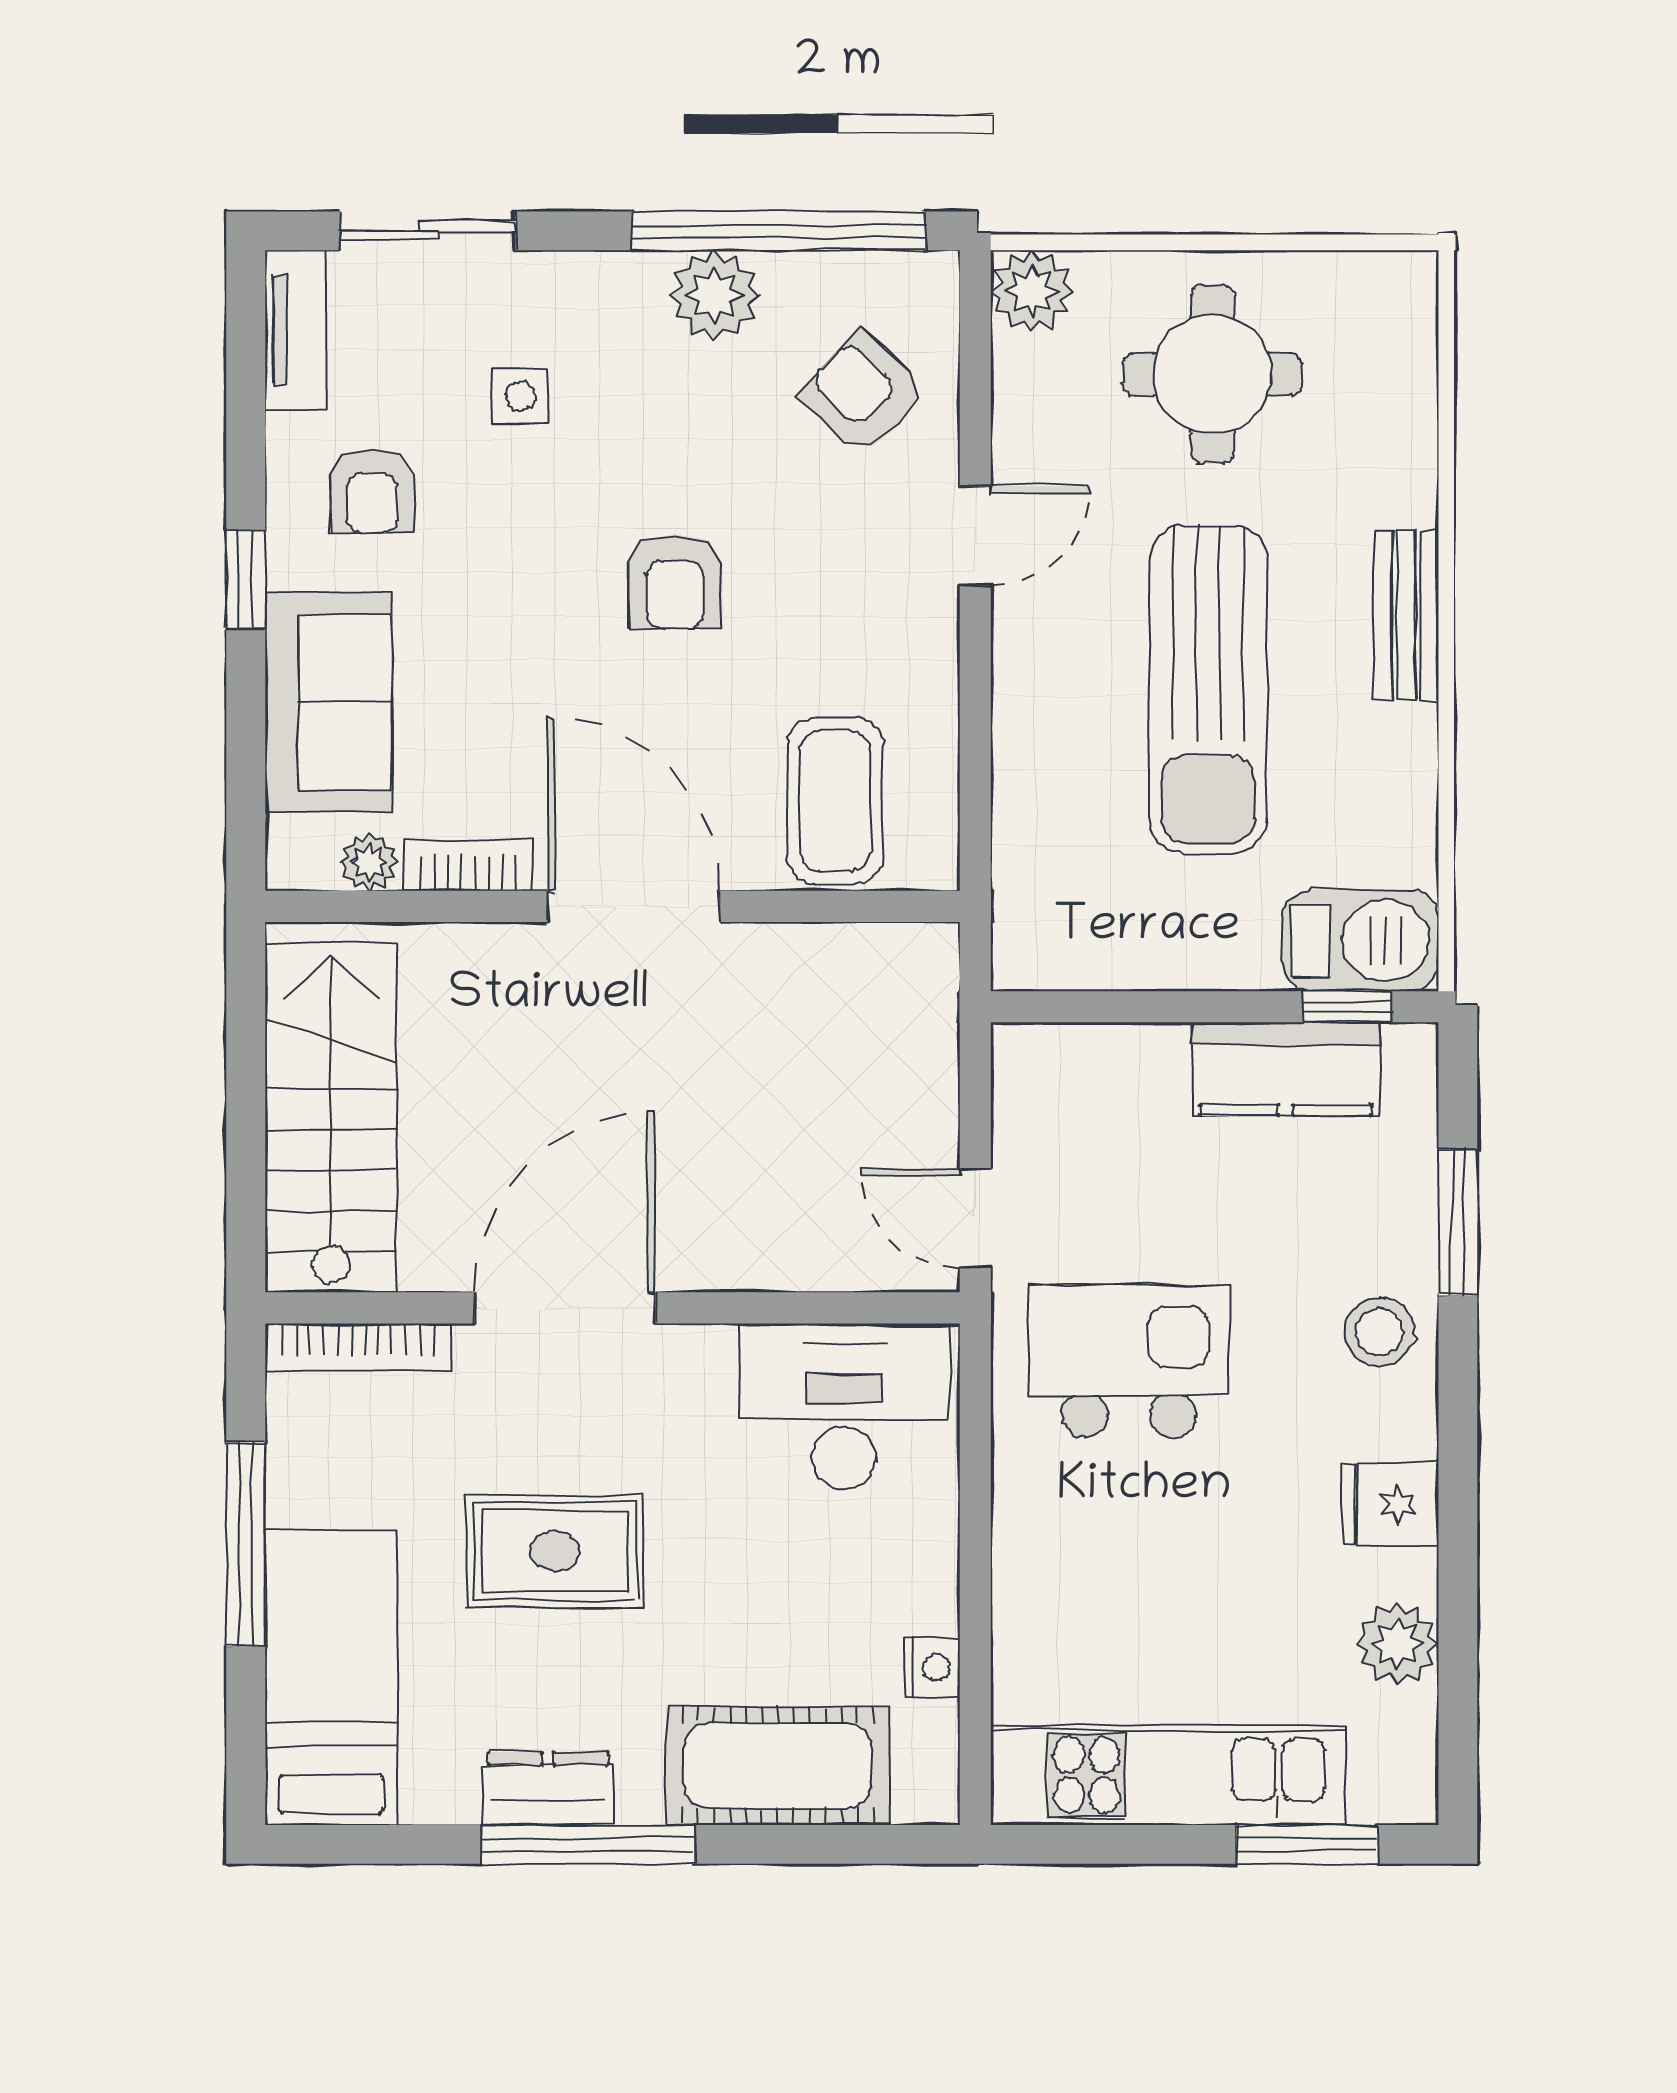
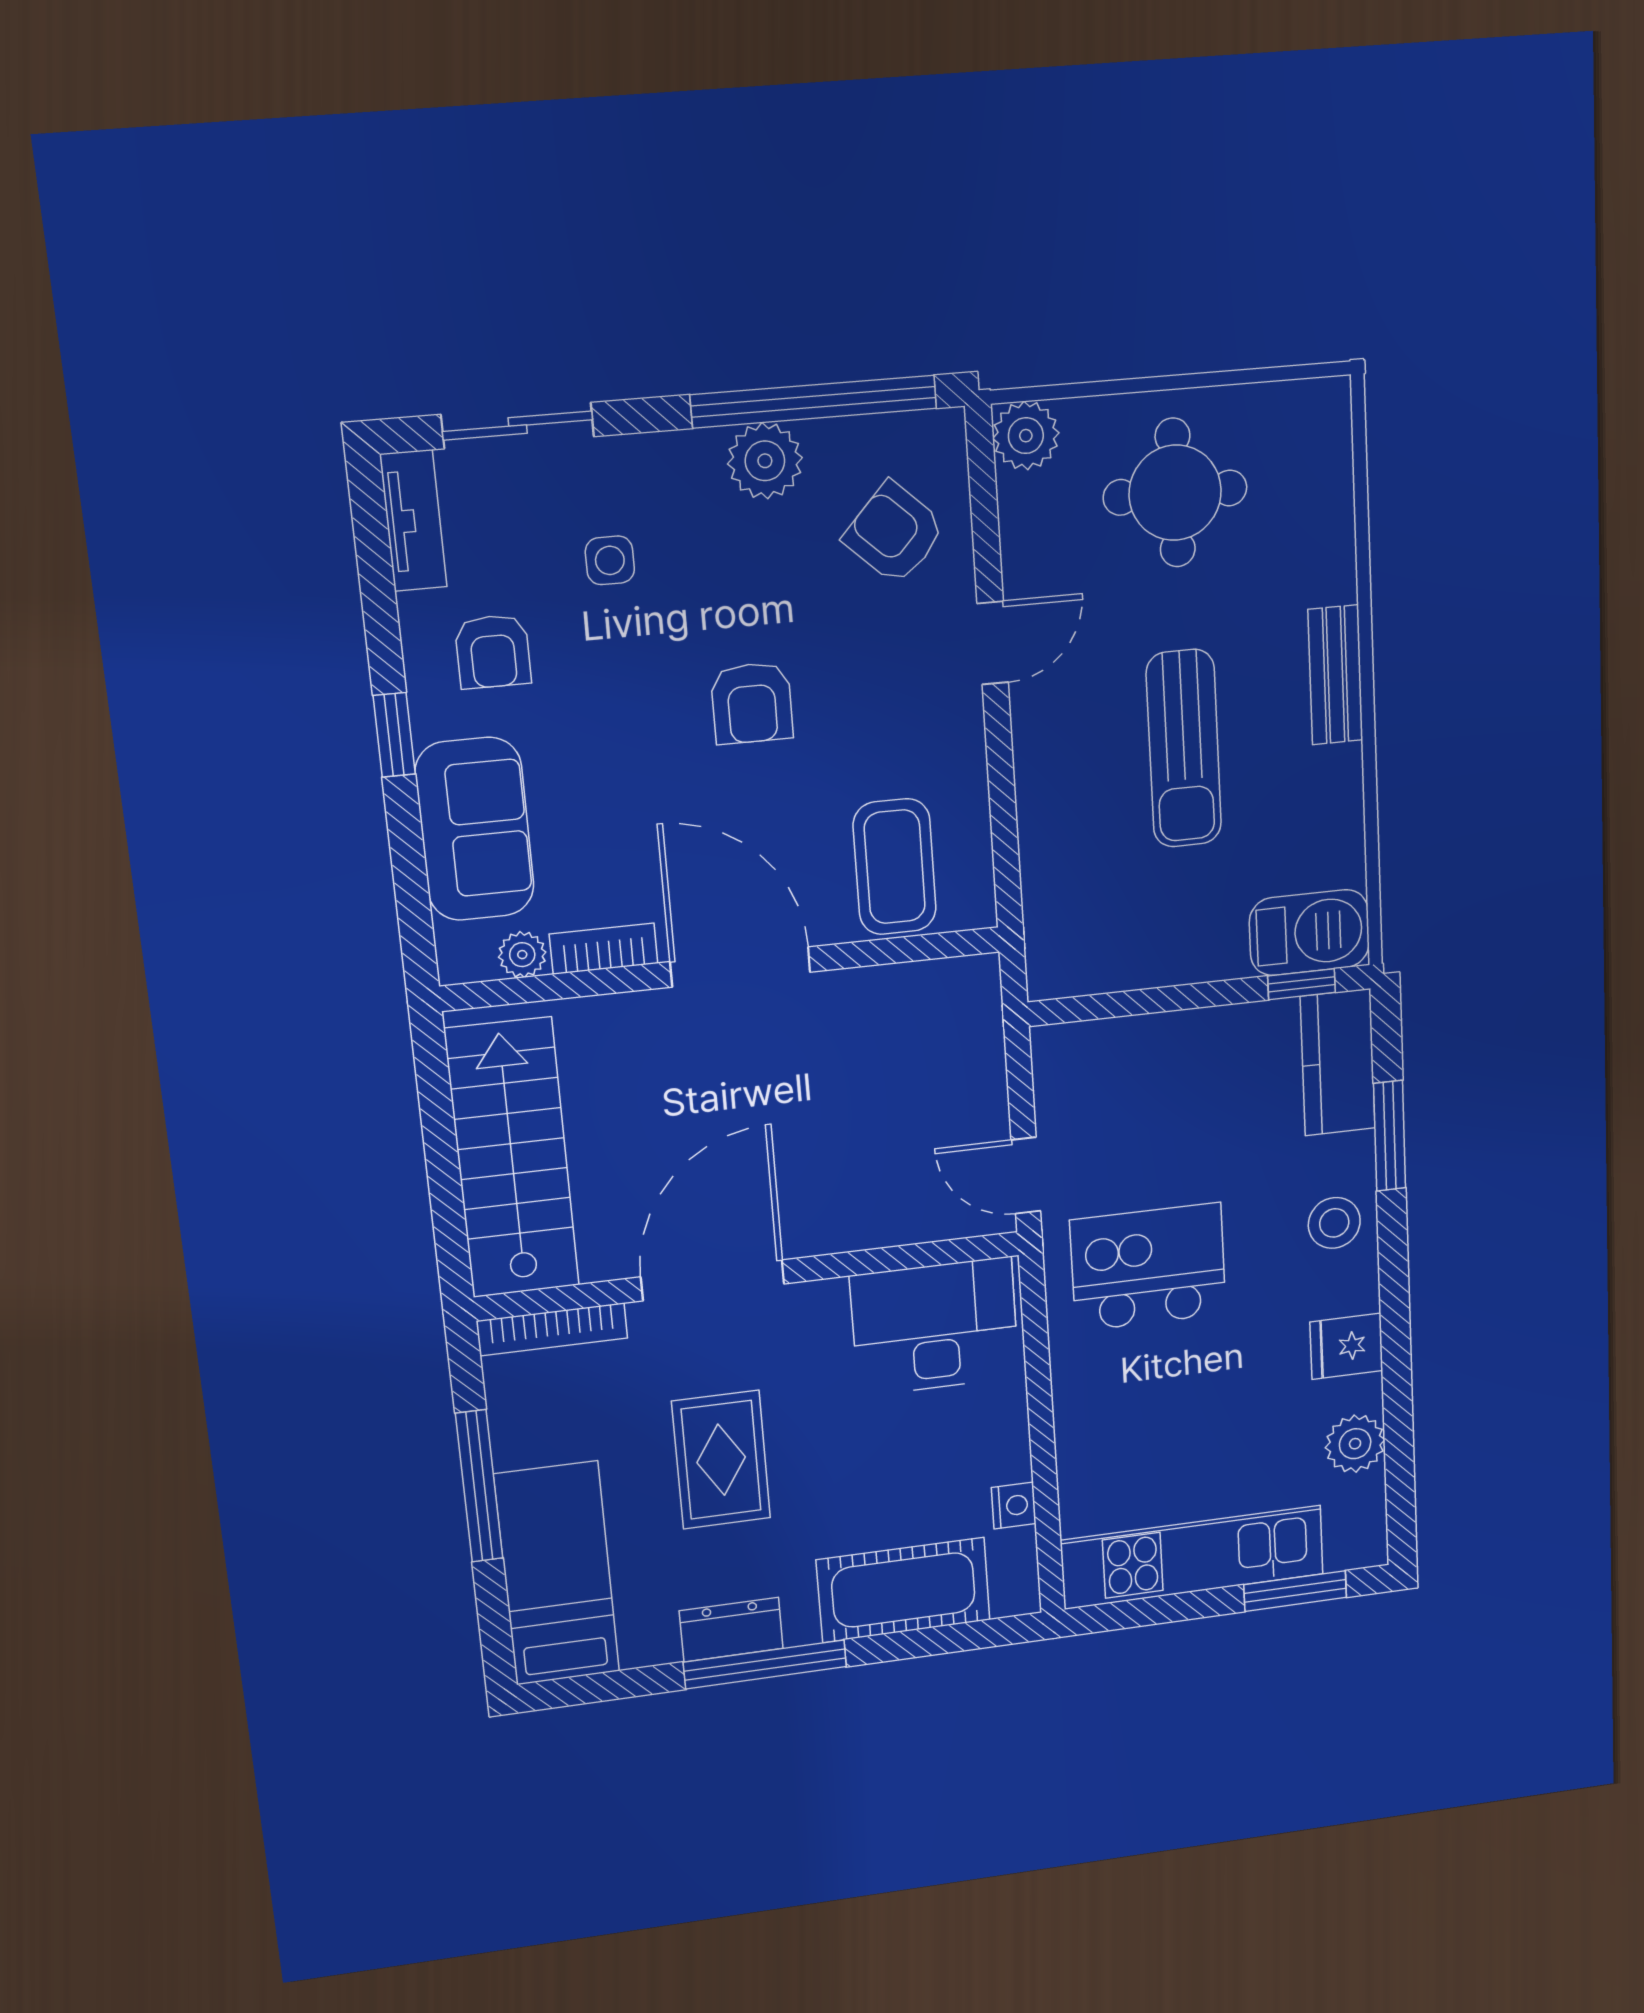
sun lounger: (1208, 689) -> (1184, 749), width x0.73, depth x0.75
kitchen counter: (1286, 1069) -> (1338, 1062), moved, turned 90
rug: (555, 1551) -> (721, 1460), turned 90

